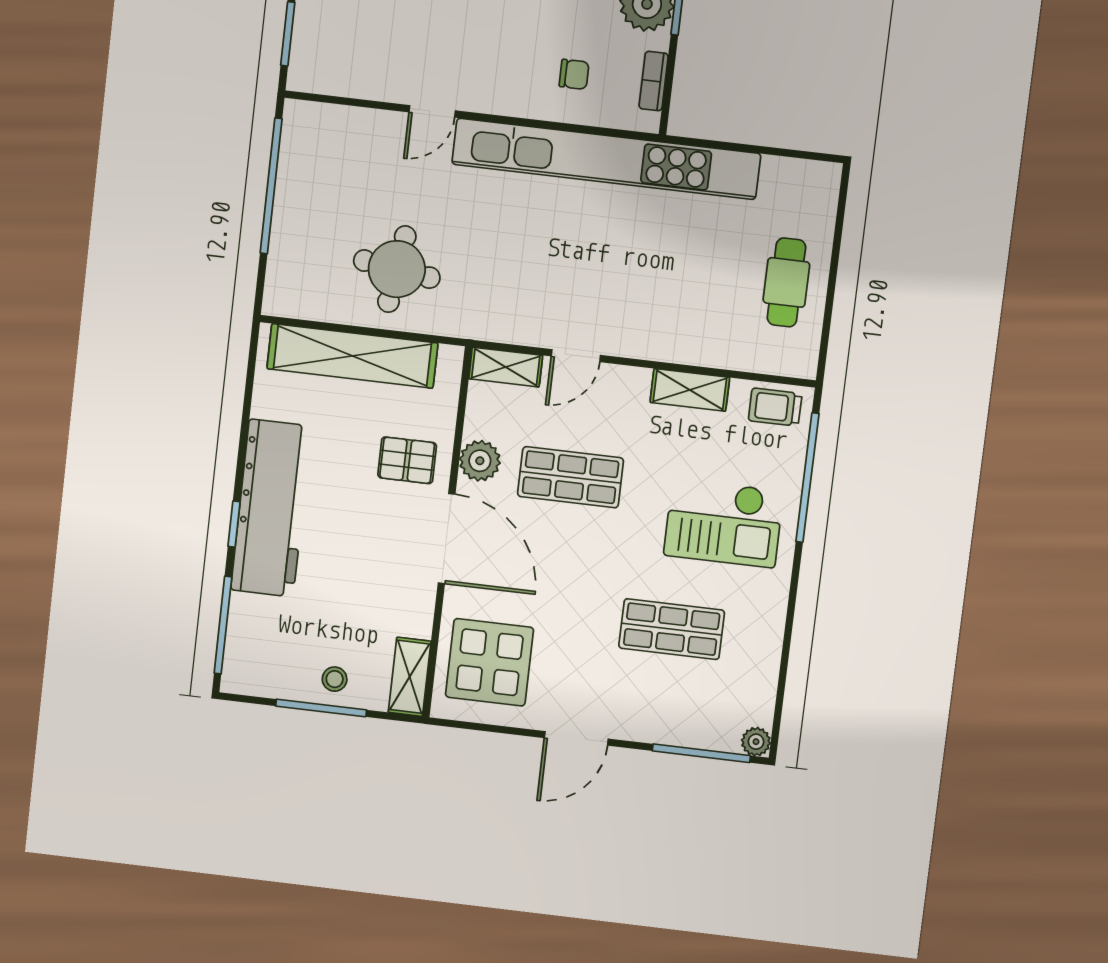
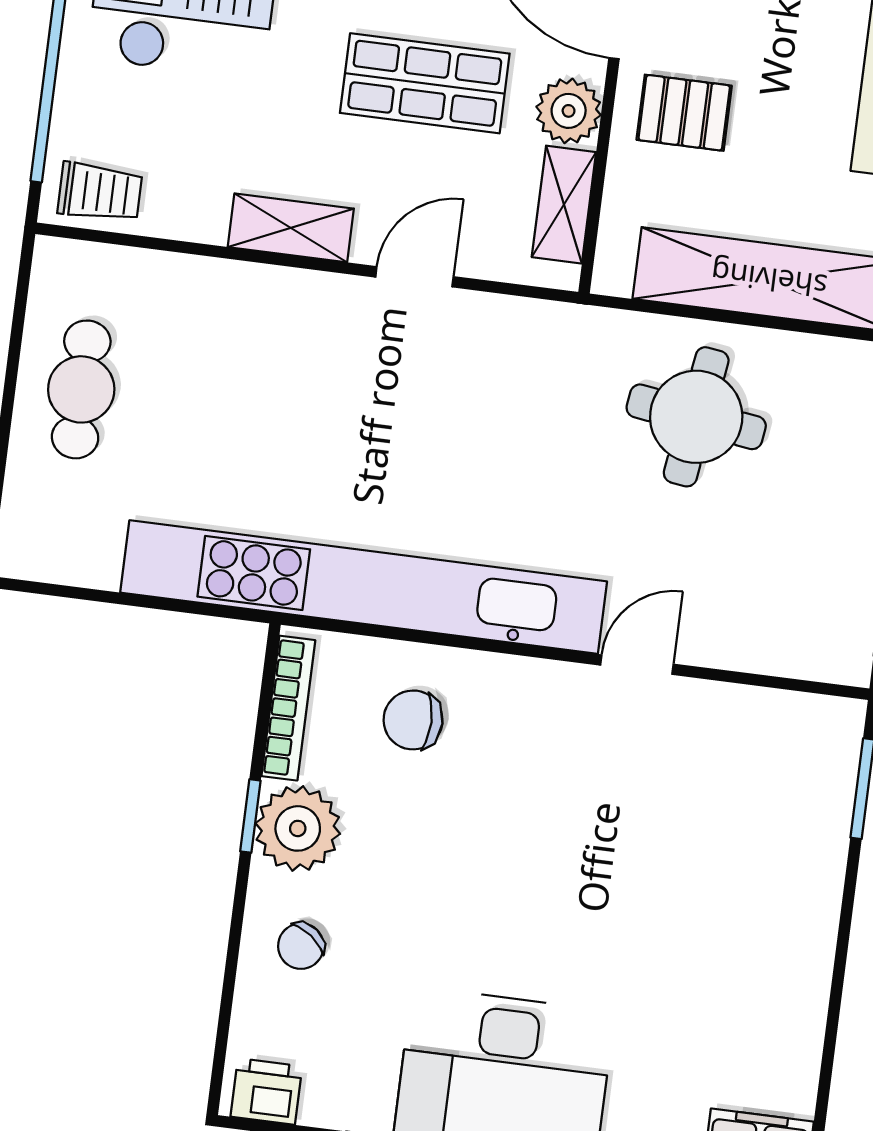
chair: (574, 74) -> (413, 720), width x1.37, depth x1.37
bookcase: (654, 81) -> (288, 708), width x1.56
shelving: (506, 367) -> (564, 205), moved, turned 90
shelving: (690, 390) -> (291, 228), moved

